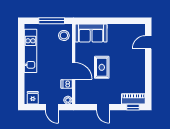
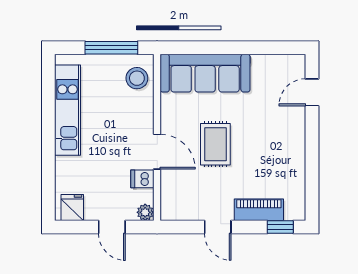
sofa: (91, 33) -> (205, 73), width x1.36
piano: (133, 99) -> (259, 210), moved

